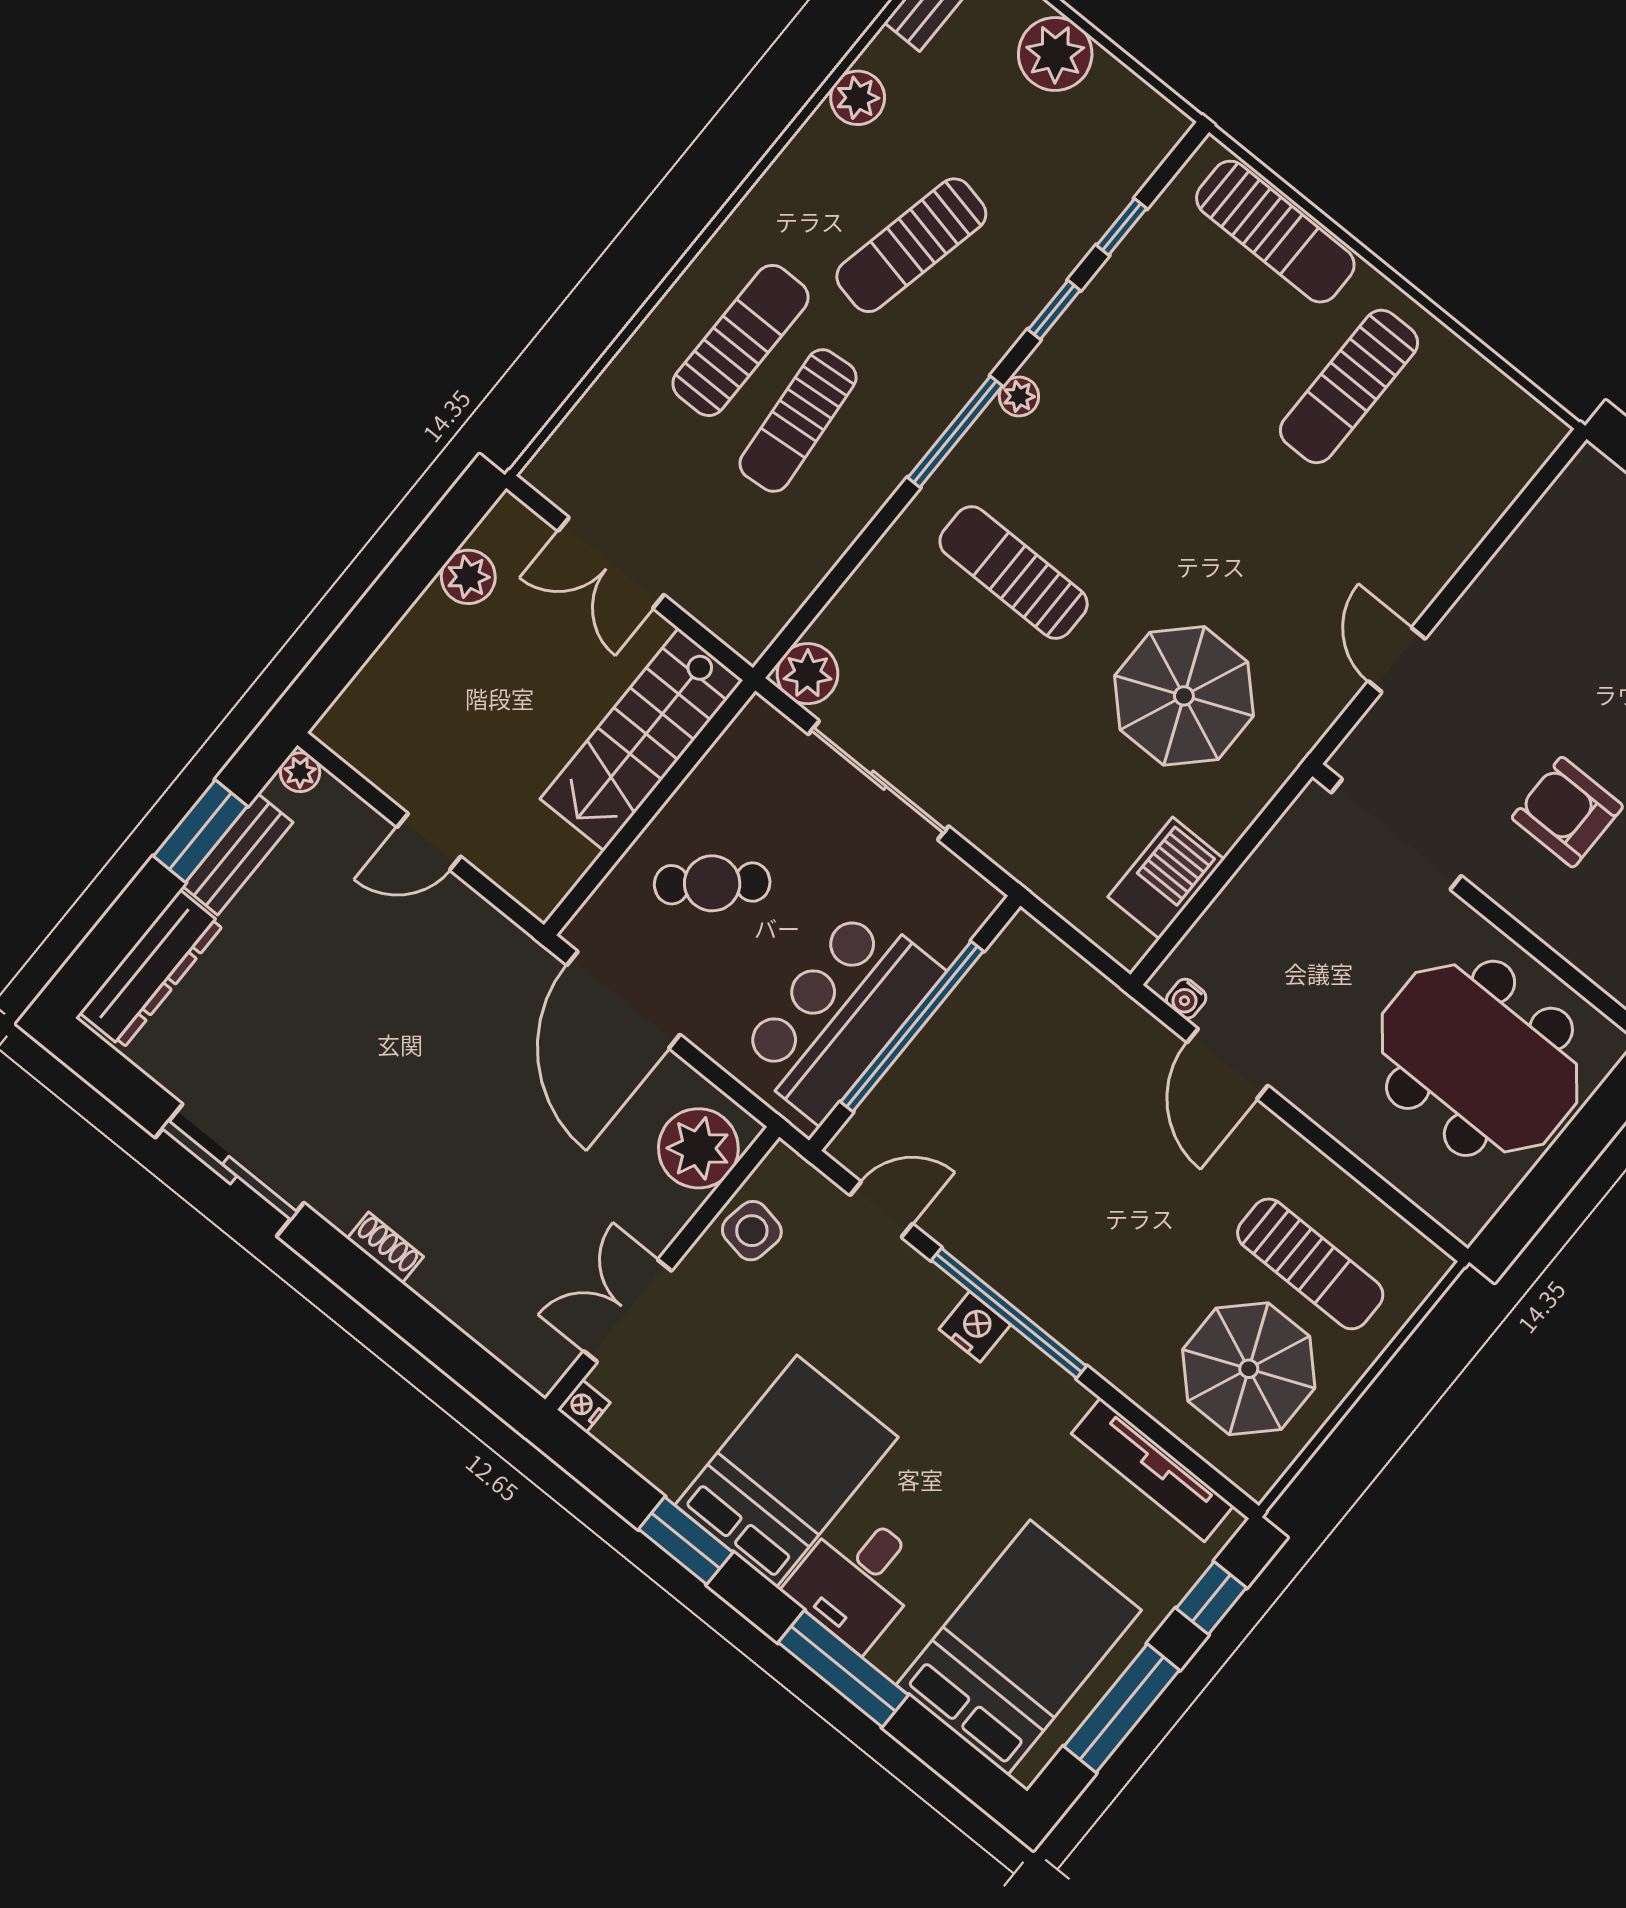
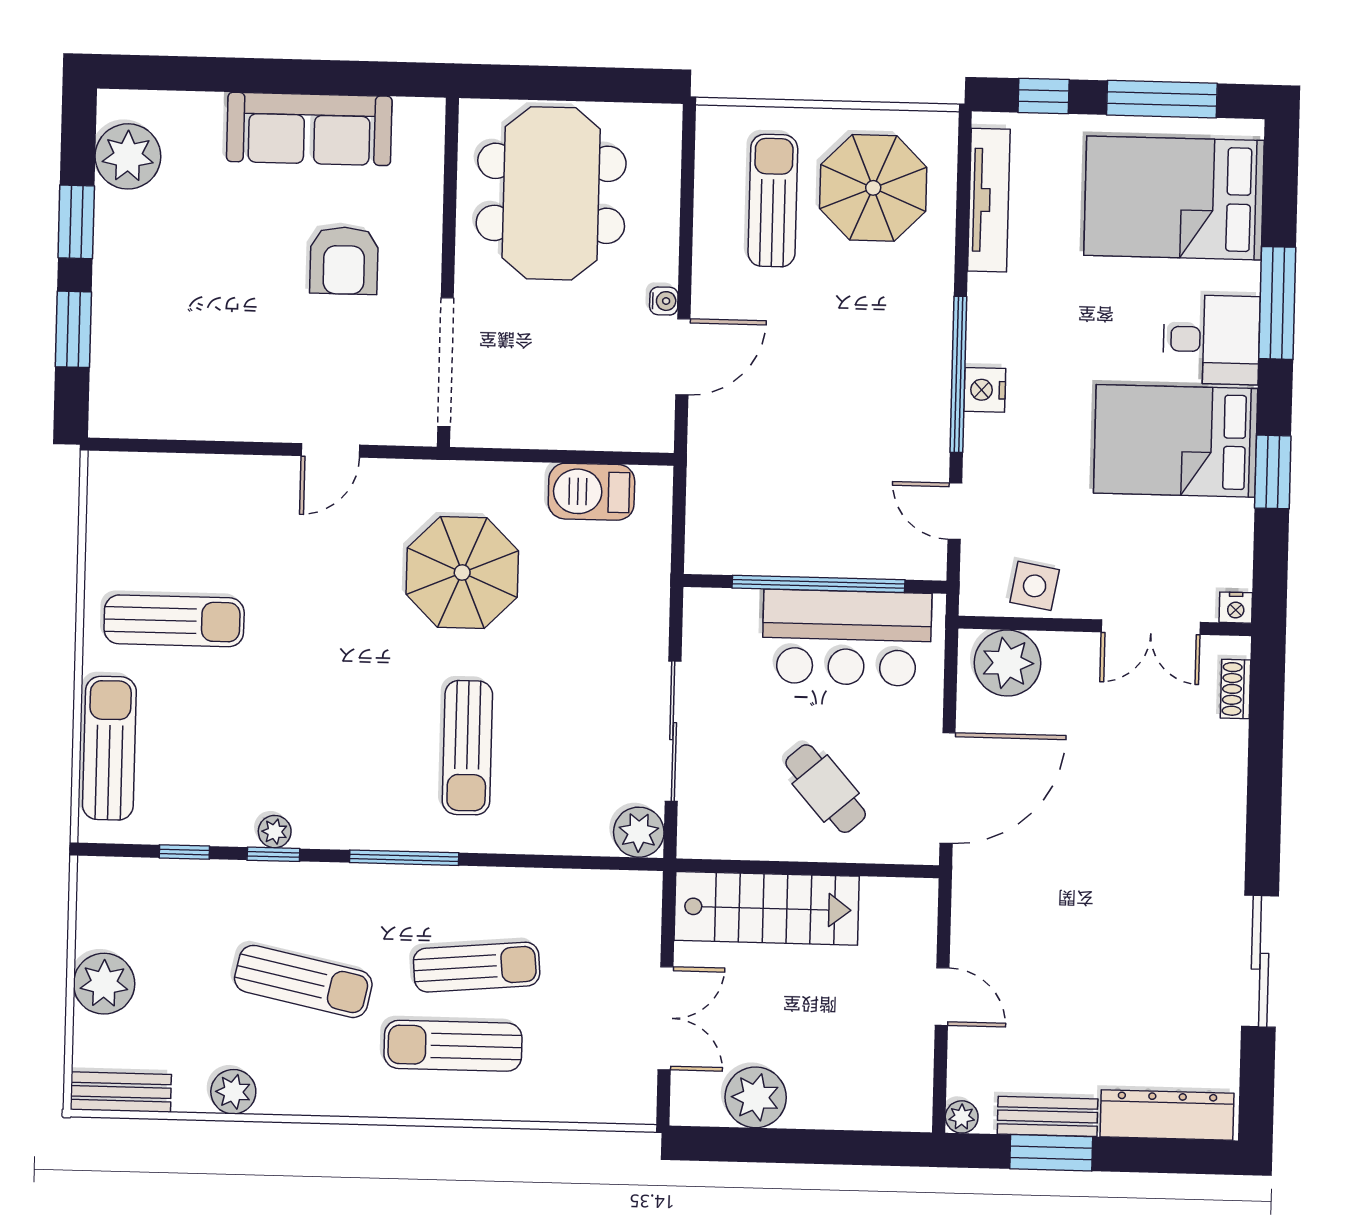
plant: (1019, 397) -> (275, 832), moved
plant: (468, 577) -> (756, 1097), width x1.36, depth x1.36
water cooler: (1186, 999) -> (664, 301), moved
shoe rack: (385, 1248) -> (1235, 689), moved

